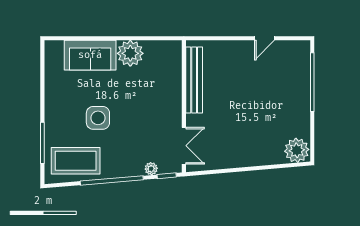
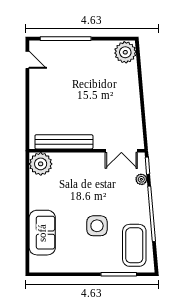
door: (264, 38) -> (27, 60), moved
plant: (130, 53) -> (41, 164), moved
double door: (184, 146) -> (121, 151), swing flipped

